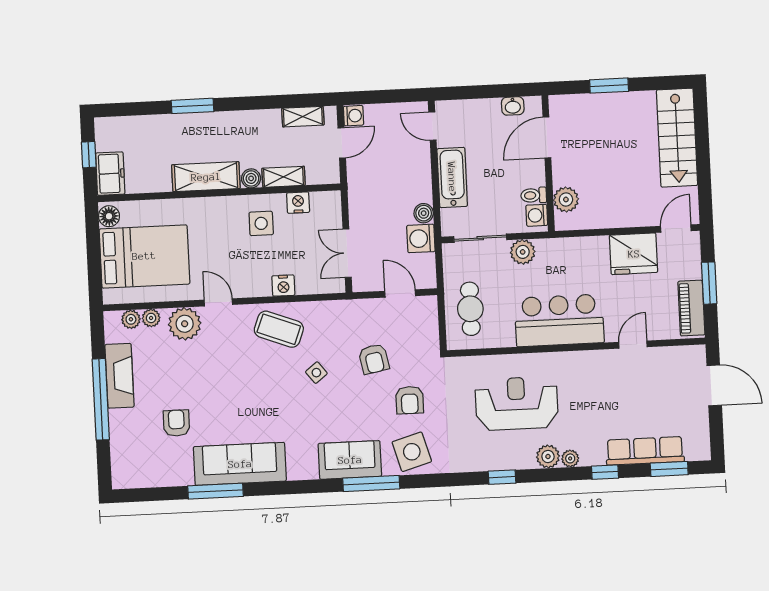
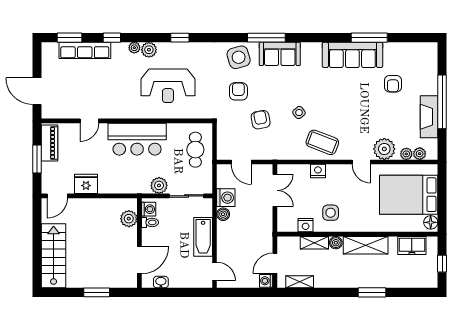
freezer: (110, 174) -> (412, 246), moved, turned -90
fridge: (634, 254) -> (86, 184), width x0.73, depth x0.75

